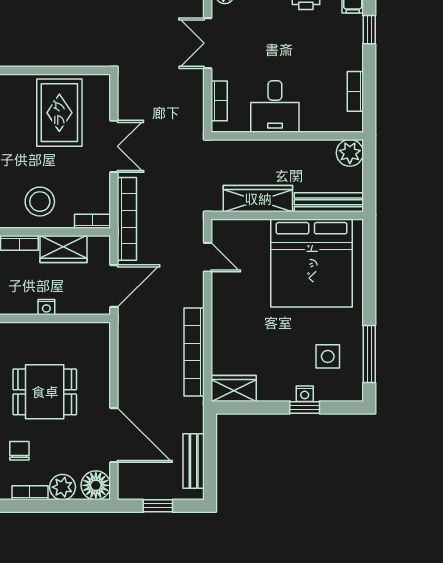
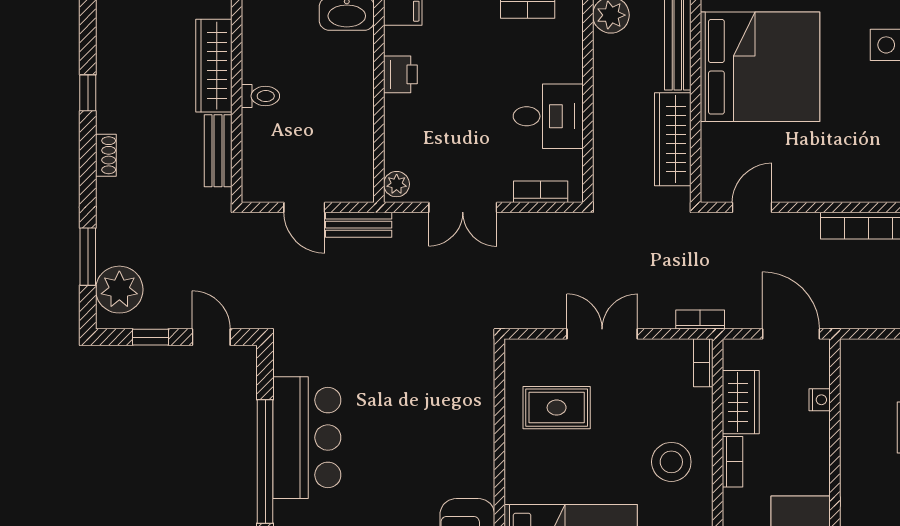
rug: (59, 113) -> (557, 408), width x0.73, depth x0.70
stool: (40, 202) -> (671, 462), moved
bookcase: (127, 219) -> (700, 320), width x0.43, depth x0.76
nightstand: (46, 307) -> (820, 400), moved

